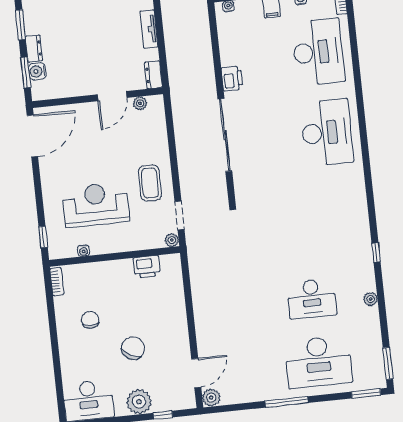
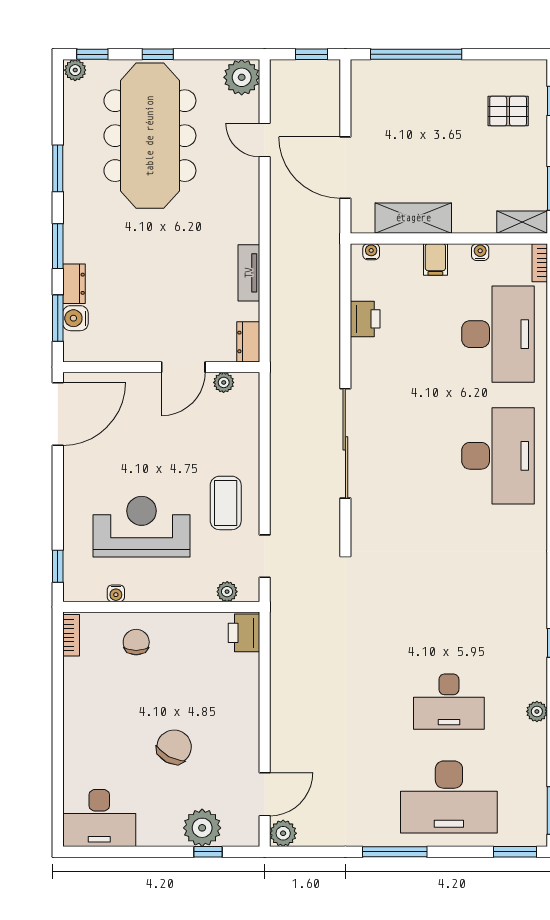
printer: (232, 78) -> (365, 319), moved
plant: (172, 240) -> (227, 592), moved
printer: (147, 267) -> (244, 633), moved, turned 90
chair: (90, 320) -> (136, 642), moved
plant: (139, 402) -> (202, 828), moved

